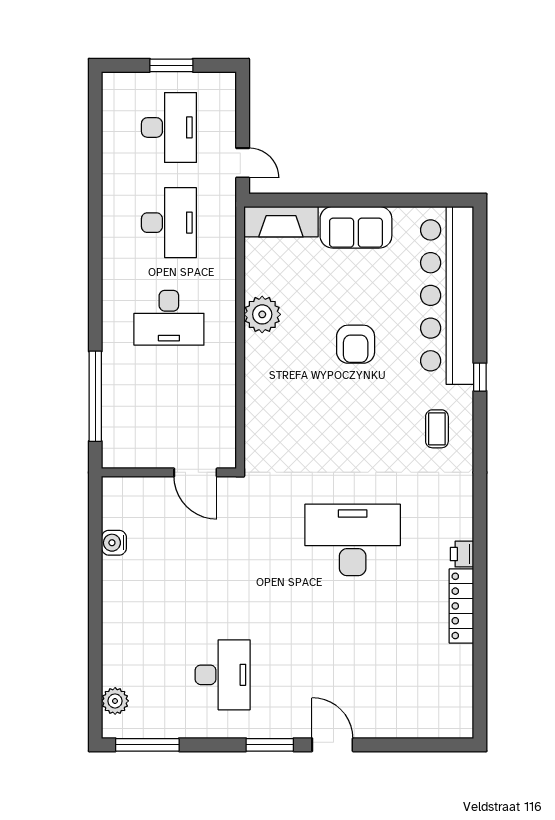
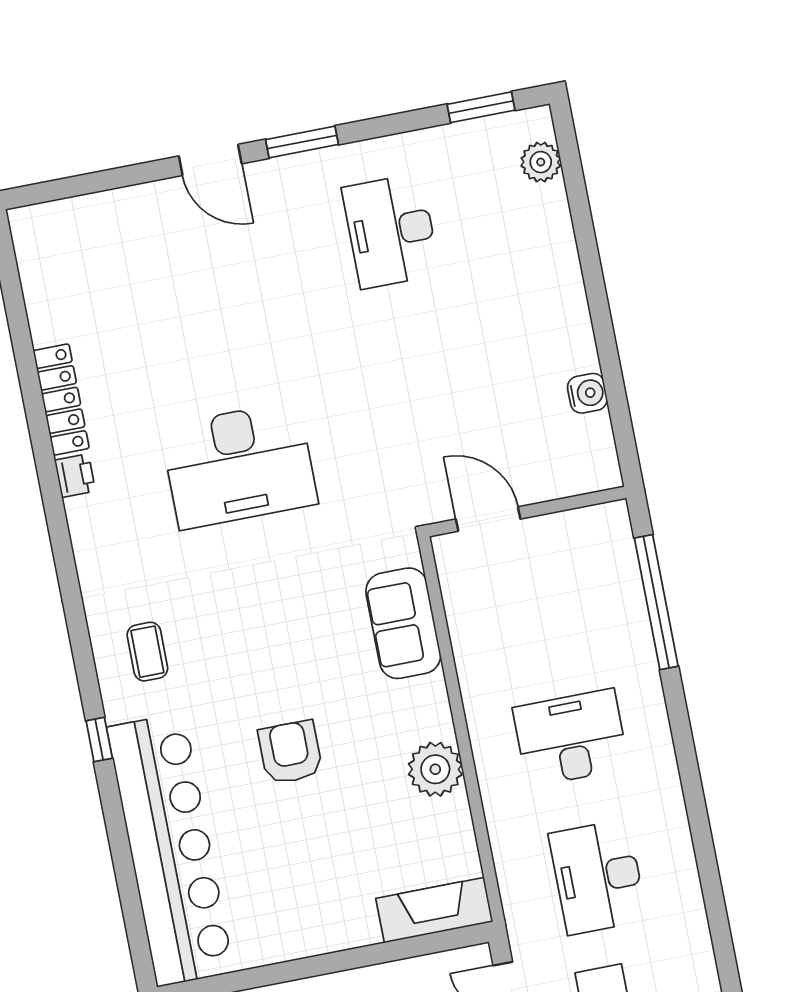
sofa: (356, 227) -> (403, 623), moved, turned -90
window: (147, 745) -> (481, 107), width x0.69

